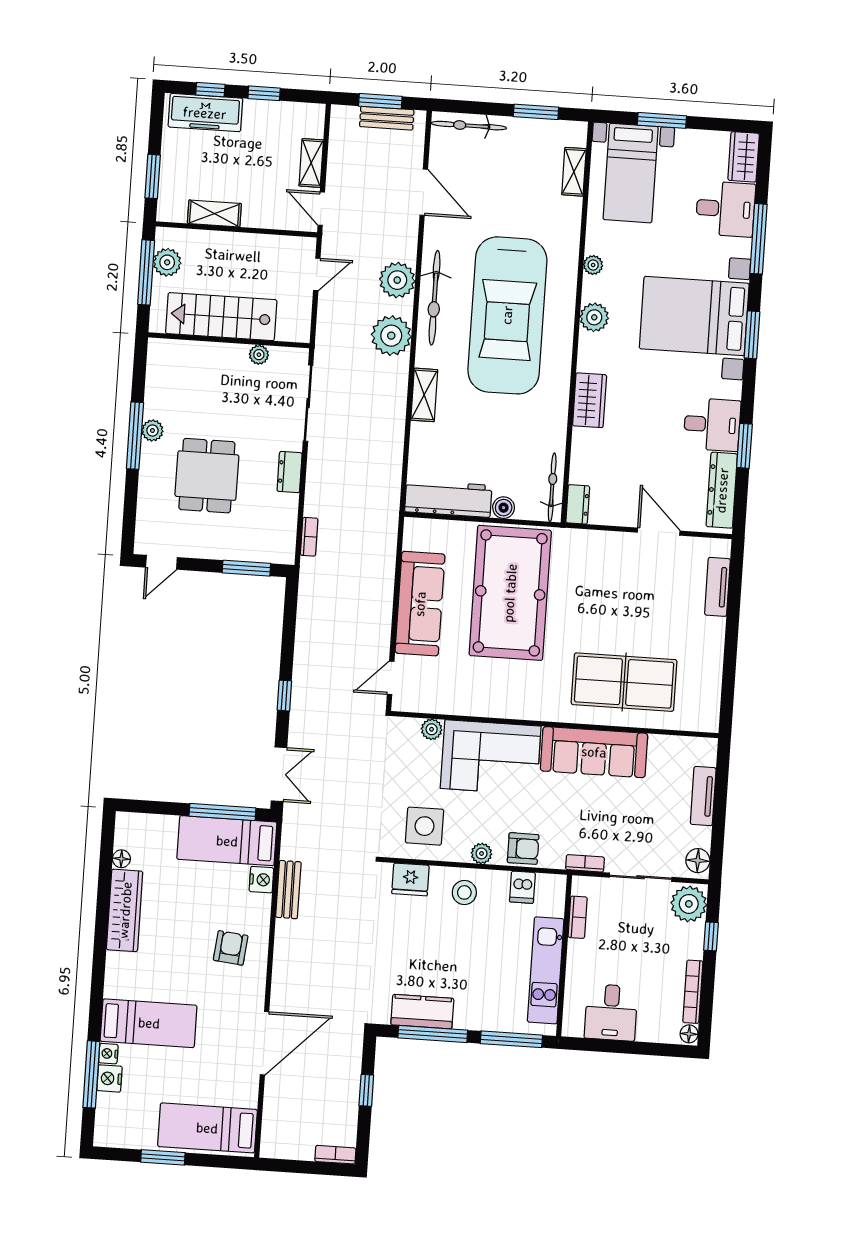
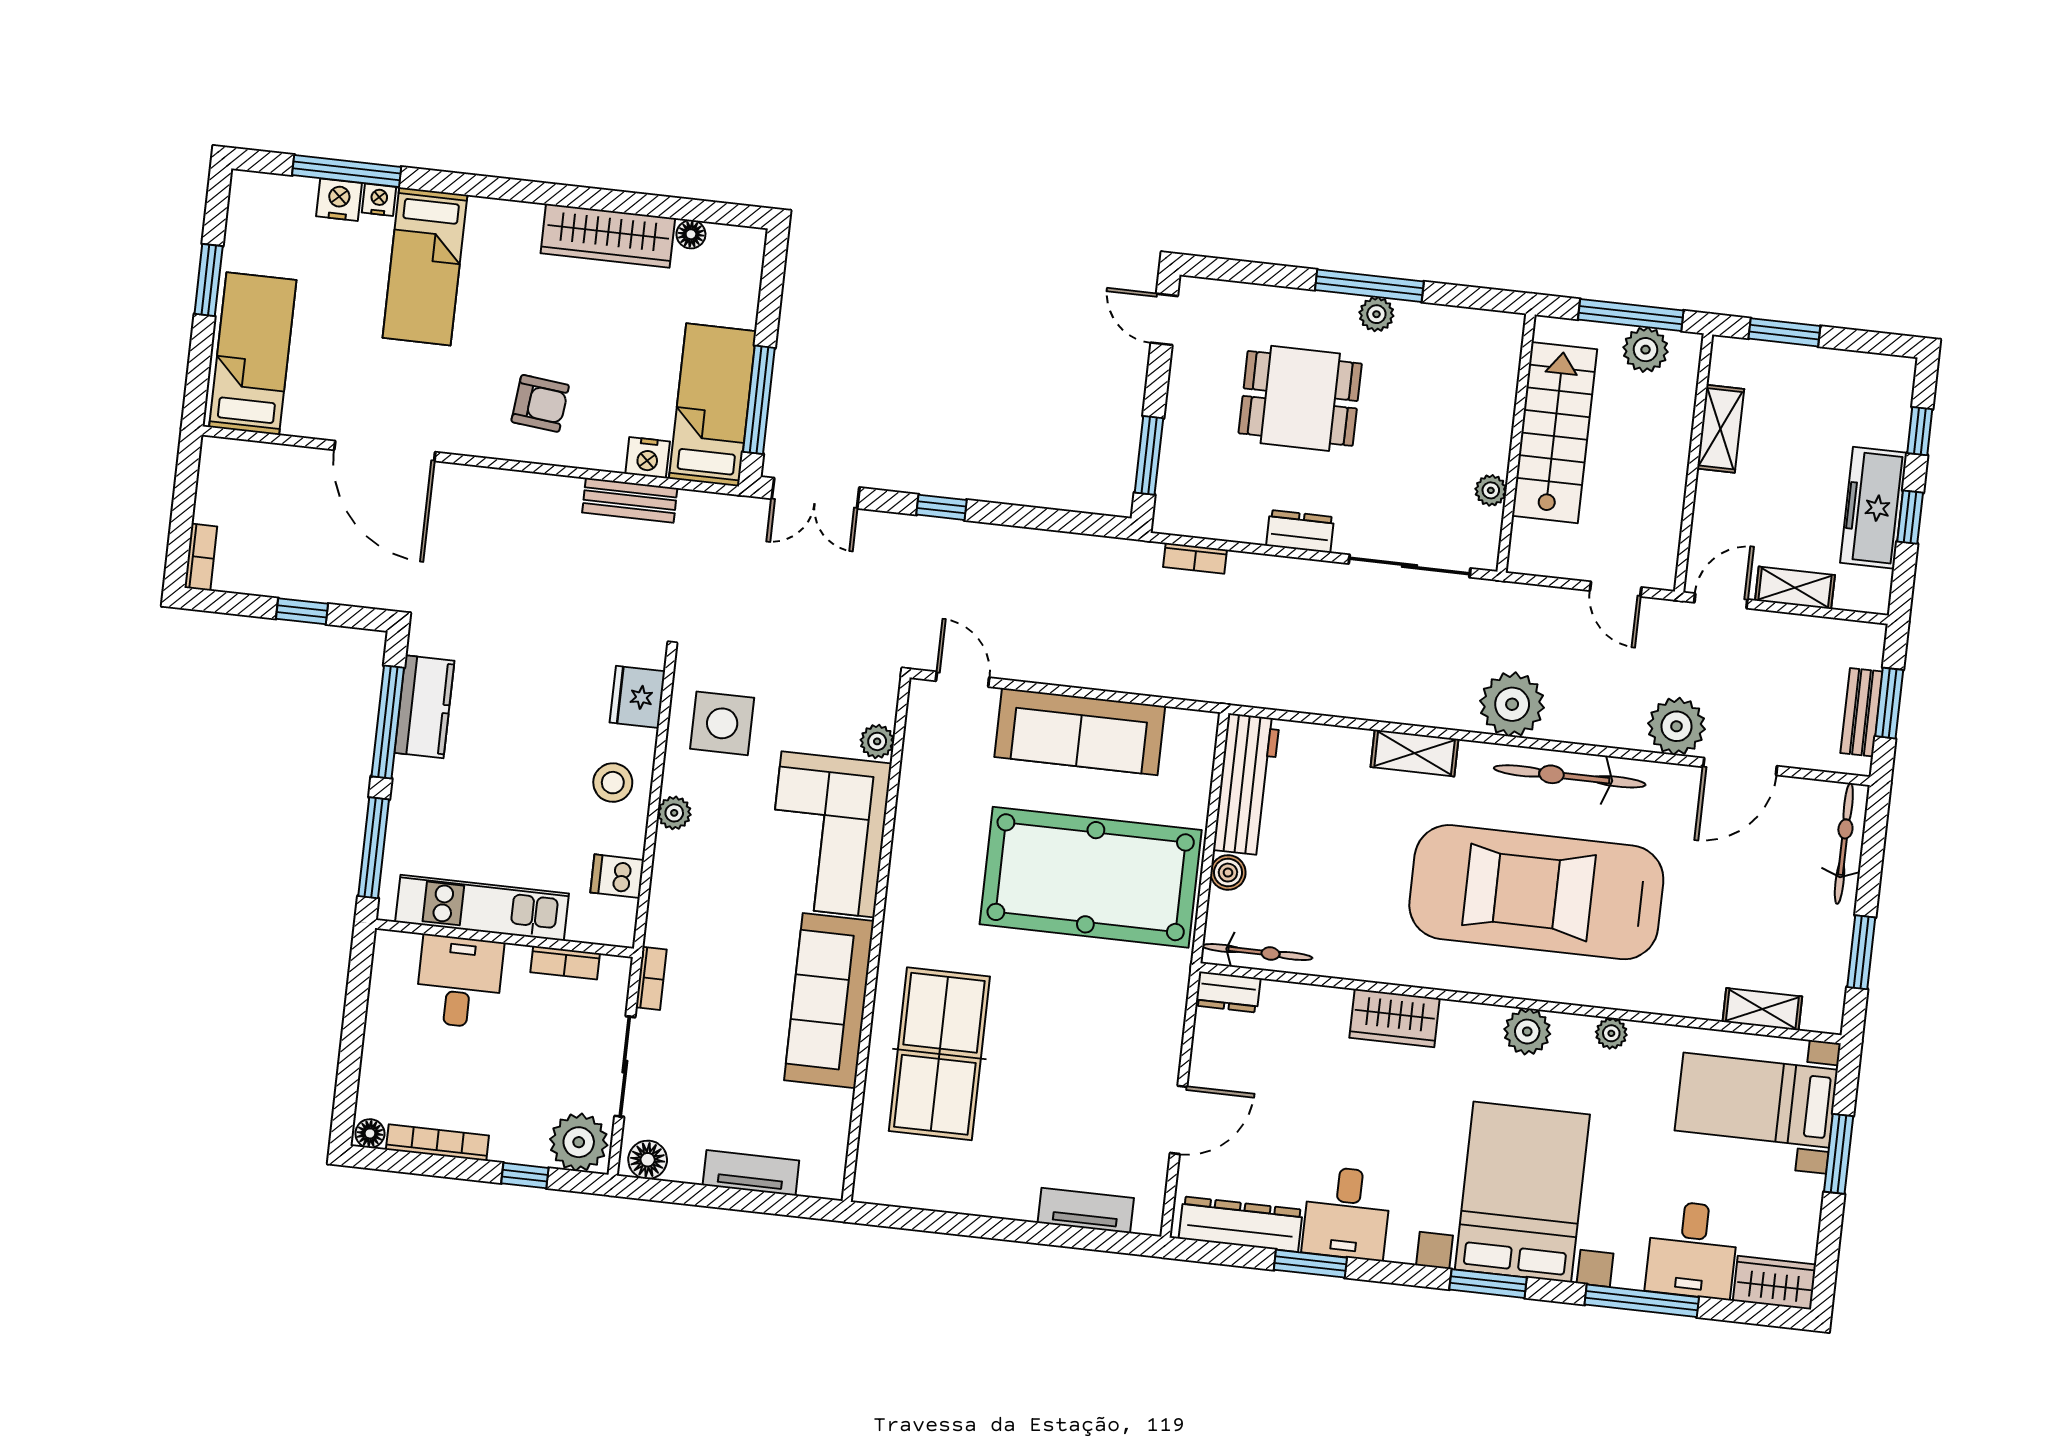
freezer: (205, 113) -> (1874, 508), moved
plant: (397, 280) -> (1677, 726), moved
armchair: (523, 849) -> (679, 880), removed
desk: (611, 1012) -> (459, 982), moved, turned 90

